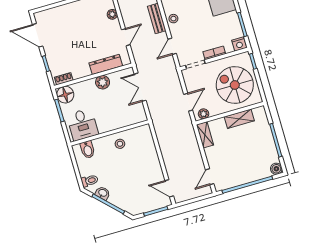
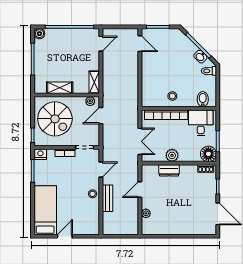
dresser: (106, 64) -> (169, 170), width x0.70
bookcase: (121, 123) -> (166, 115), added

